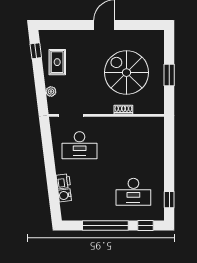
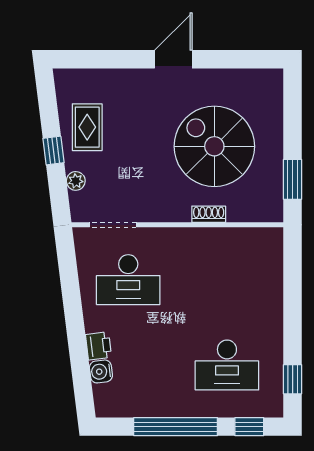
window: (36, 51) -> (53, 151), moved
window: (169, 75) -> (293, 179), moved

